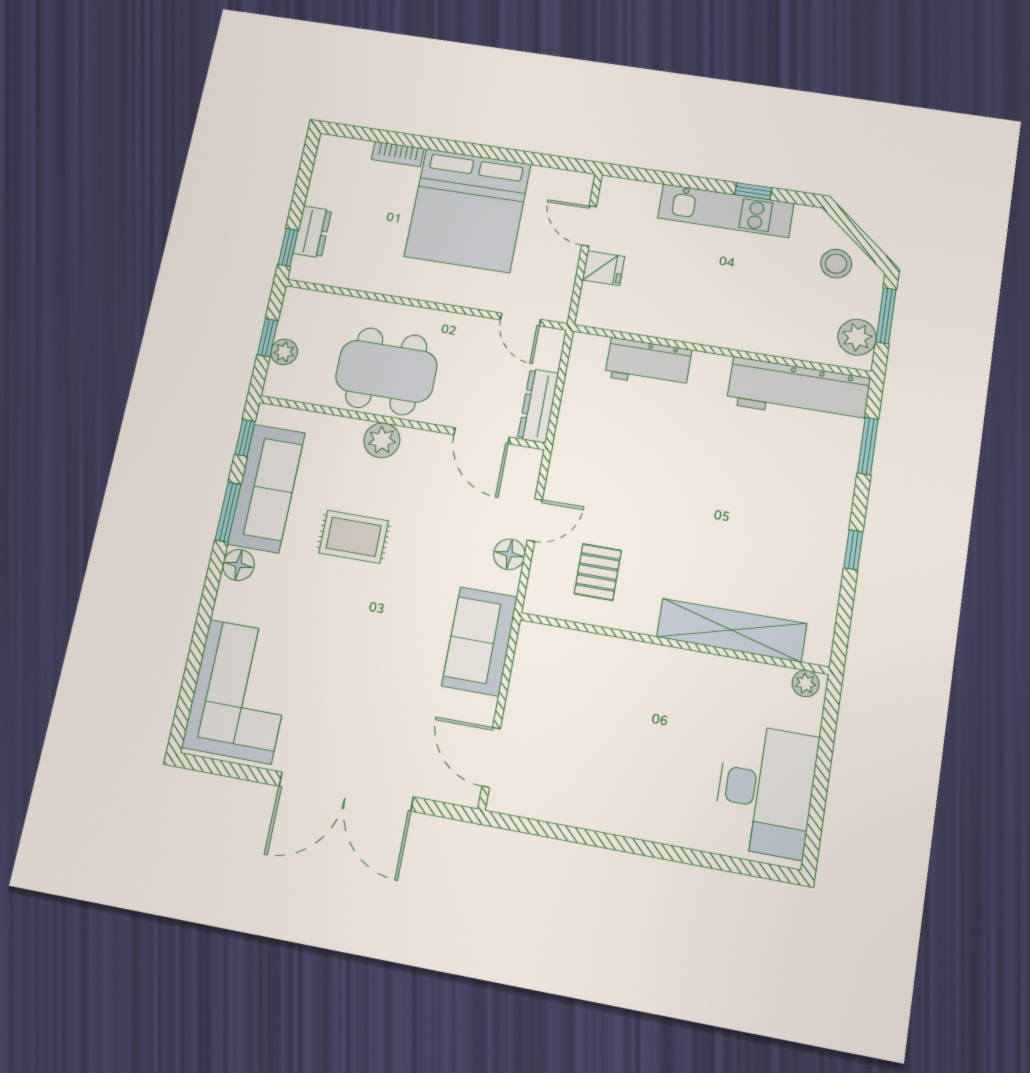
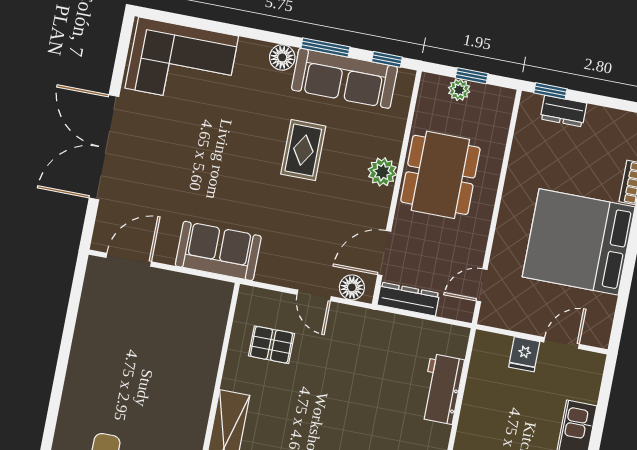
floor lamp: (509, 554) -> (352, 287), moved

